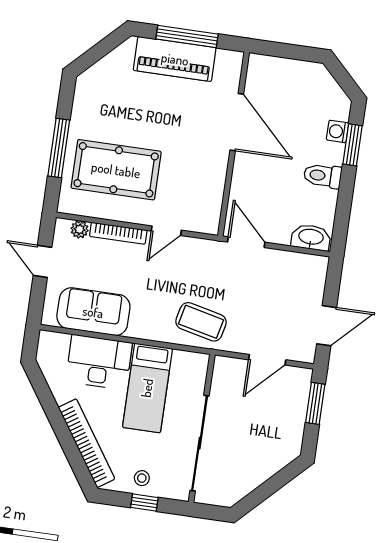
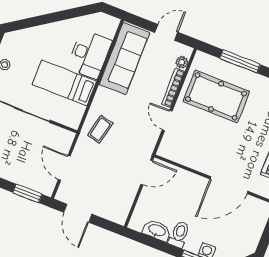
pool table: (116, 170) -> (216, 96), turned 90
washbasin: (311, 237) -> (157, 231), moved, turned -90
sofa: (93, 312) -> (124, 59), width x1.36
coffee table: (201, 322) -> (100, 129), width x0.73, depth x0.77
bookcase: (87, 443) -> (37, 33), removed

